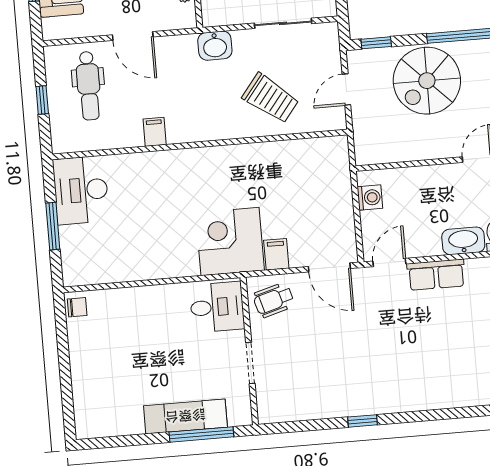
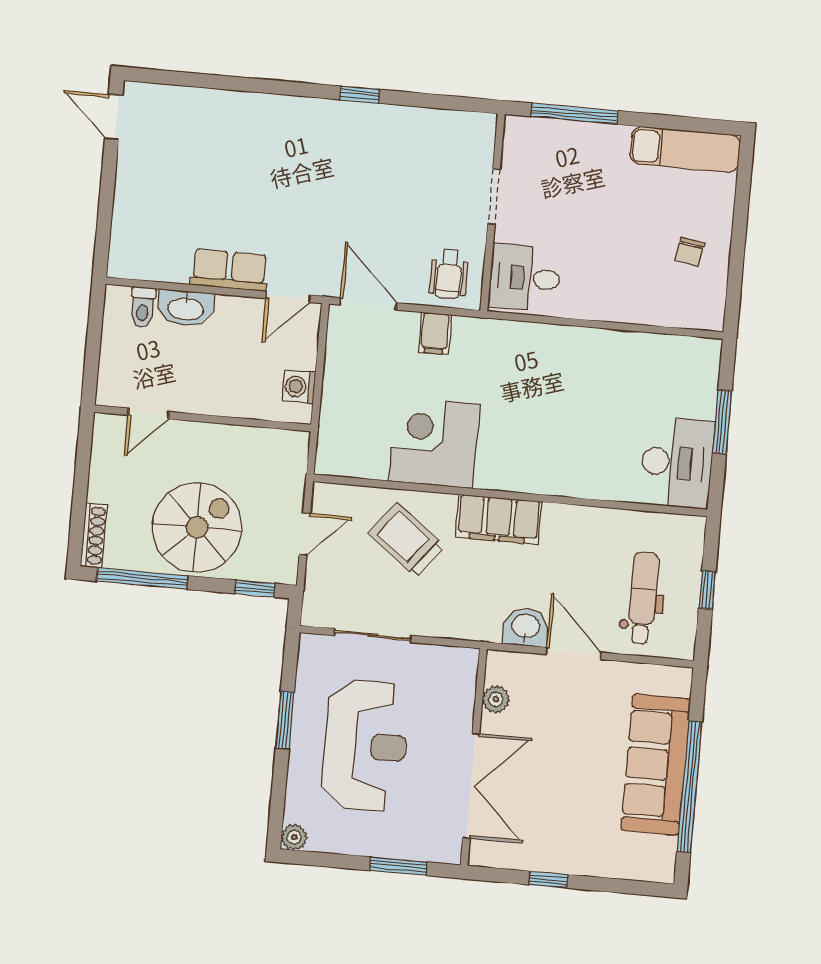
washbasin: (215, 46) -> (526, 627), moved
filing cabinet: (155, 132) -> (499, 519), moved, width x3.00, depth x1.17
corner desk: (230, 241) -> (434, 443), moved, turned 180
wheelchair: (274, 300) -> (449, 274), turned 106
chair: (77, 307) -> (690, 252), moved, turned -81
exam couch: (185, 416) -> (685, 149), moved

